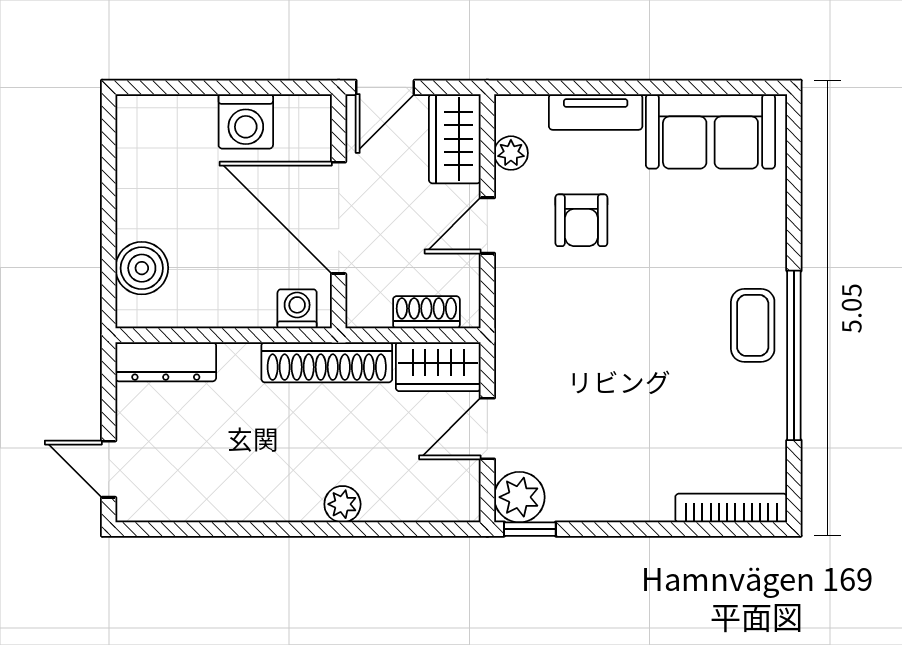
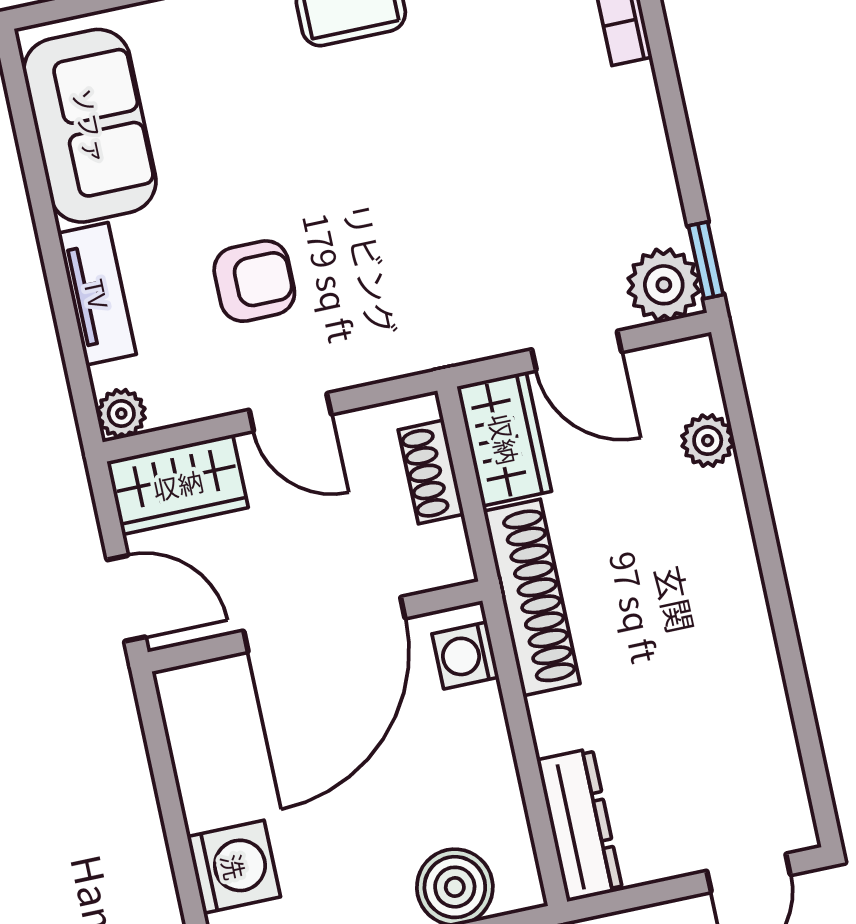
washing machine: (246, 121) -> (234, 867), moved
plant: (511, 153) -> (121, 413), moved
plant: (342, 504) -> (708, 441), moved

